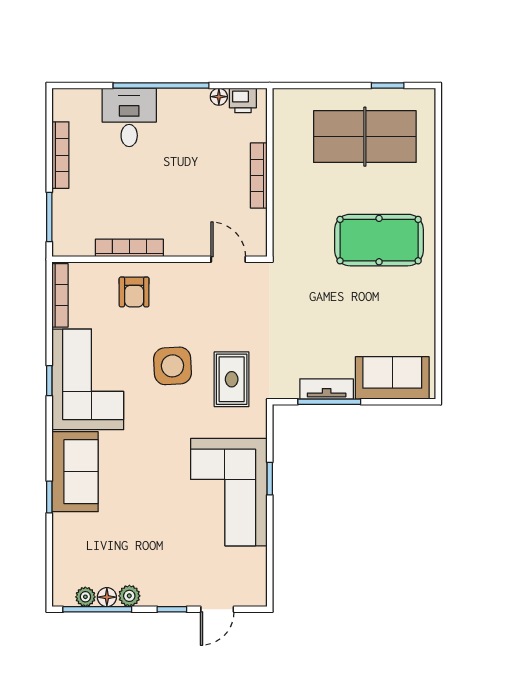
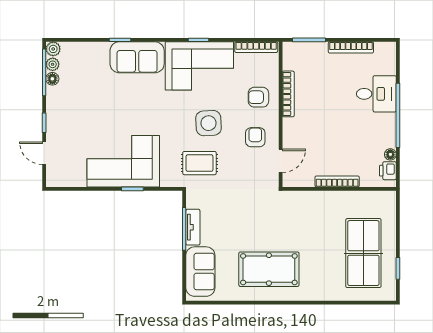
pool table: (379, 240) -> (269, 269), moved, turned 90
armchair: (193, 297) -> (255, 137), added
plant: (129, 596) -> (53, 49), moved

